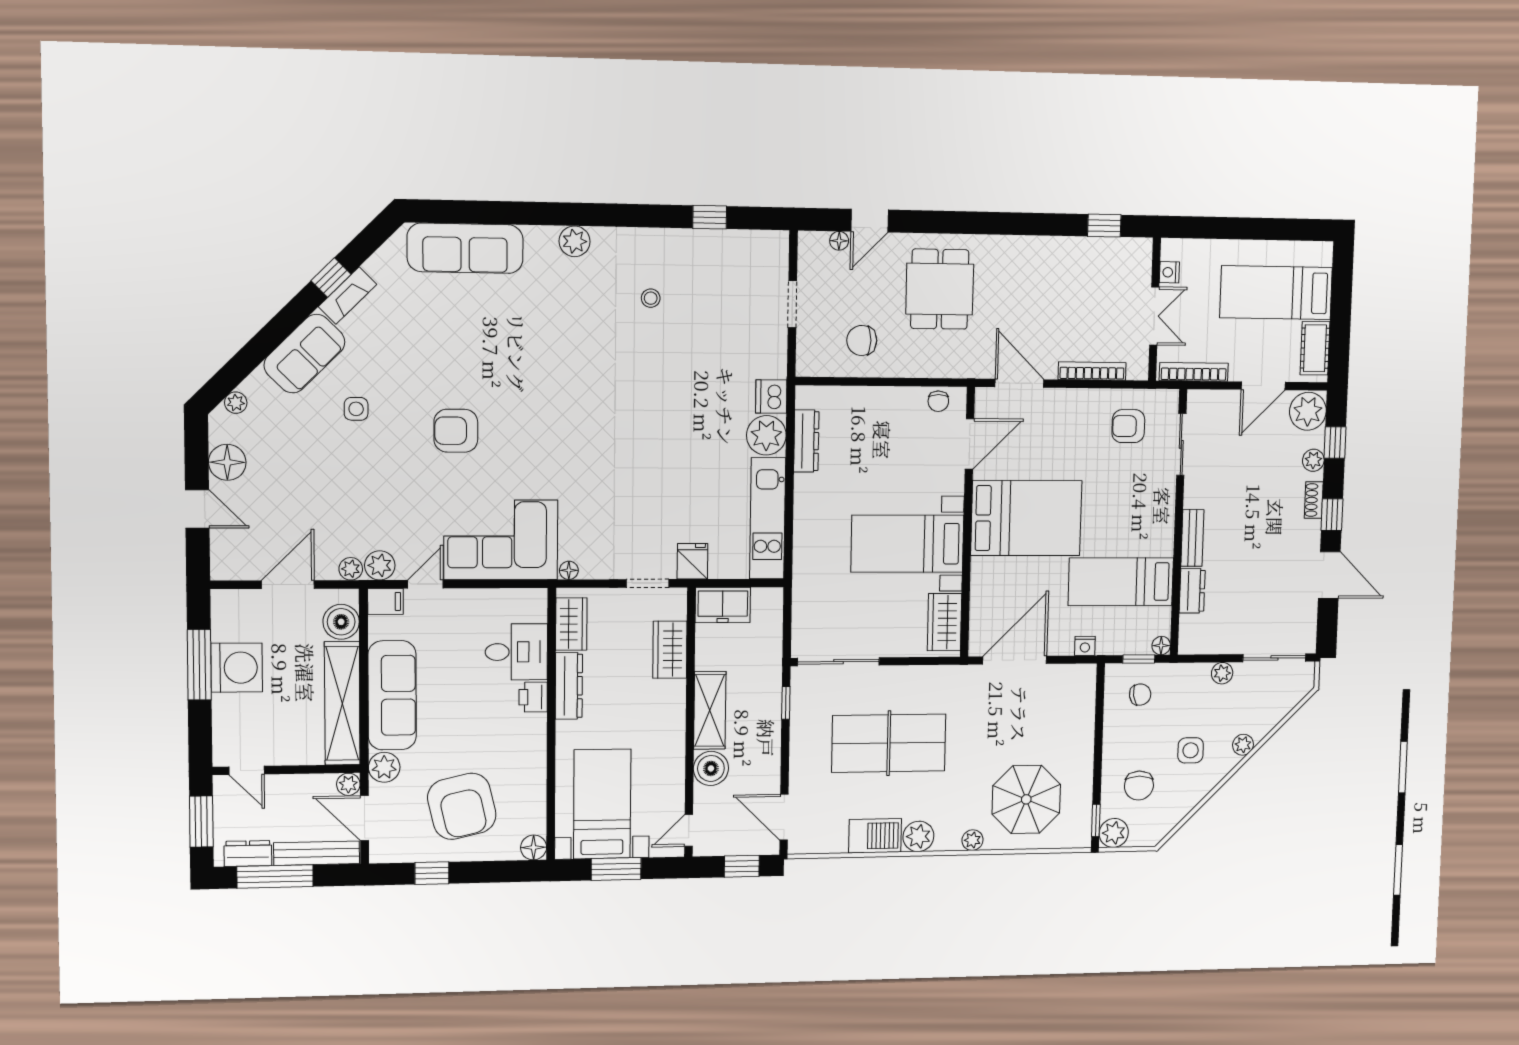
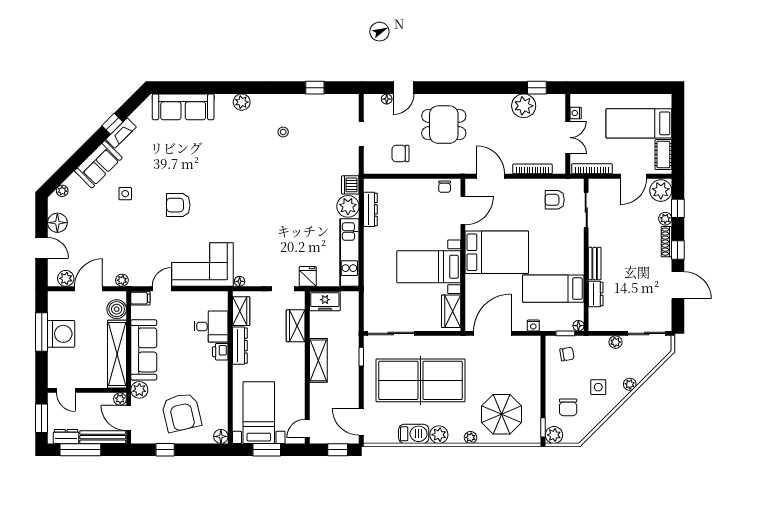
plant: (1080, 258) -> (524, 106), added
dining table: (940, 289) -> (444, 125), turned 90
shoe rack: (1314, 500) -> (667, 242), width x1.43
plant: (380, 565) -> (66, 278), moved
table tennis table: (889, 743) -> (421, 380), width x1.36, depth x1.32
boiler: (711, 768) -> (319, 393), removed

